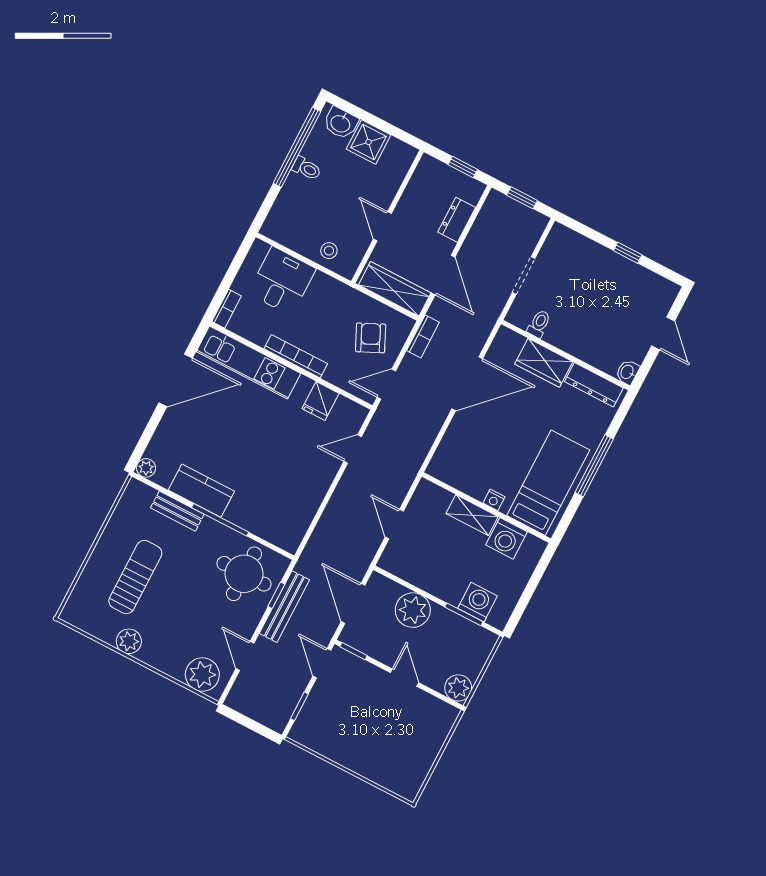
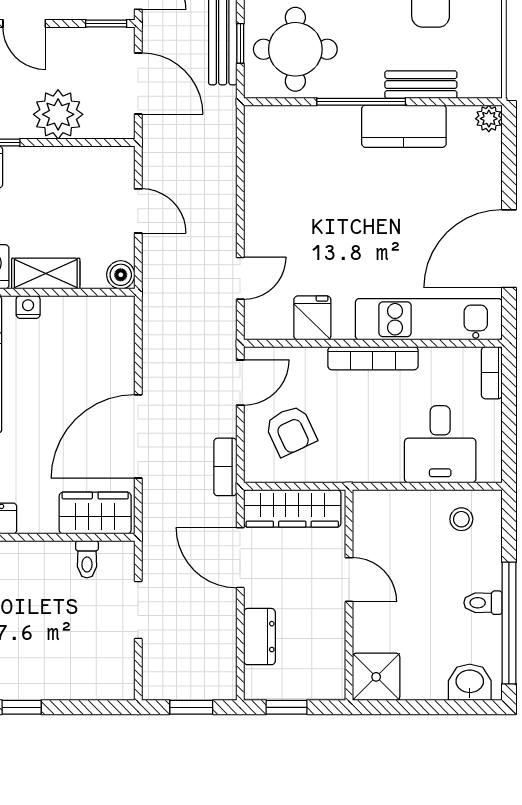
shower: (369, 142) -> (376, 677), moved
stool: (329, 251) -> (461, 519), moved
wardrobe: (544, 363) -> (95, 513), moved
boiler: (426, 490) -> (121, 275), added

